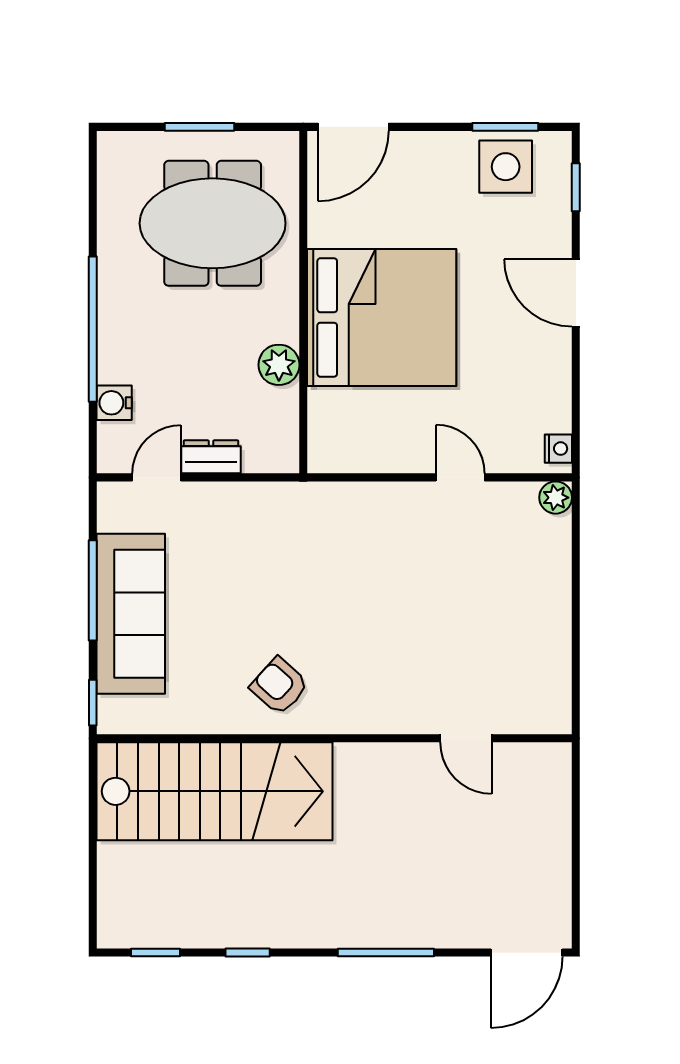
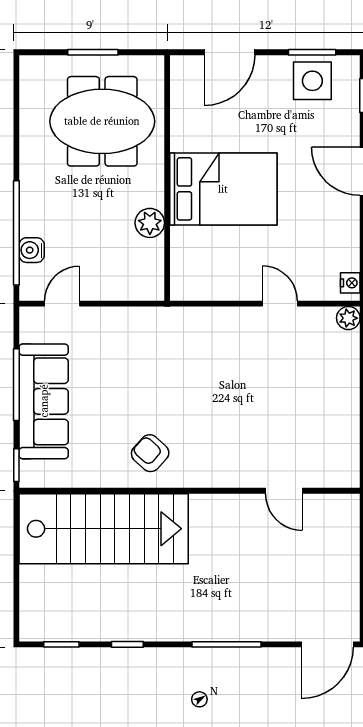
door: (353, 127) -> (229, 52), moved
bed: (382, 317) -> (223, 189), width x0.73
window: (93, 329) -> (16, 233), moved
dresser: (211, 457) -> (101, 289), removed

